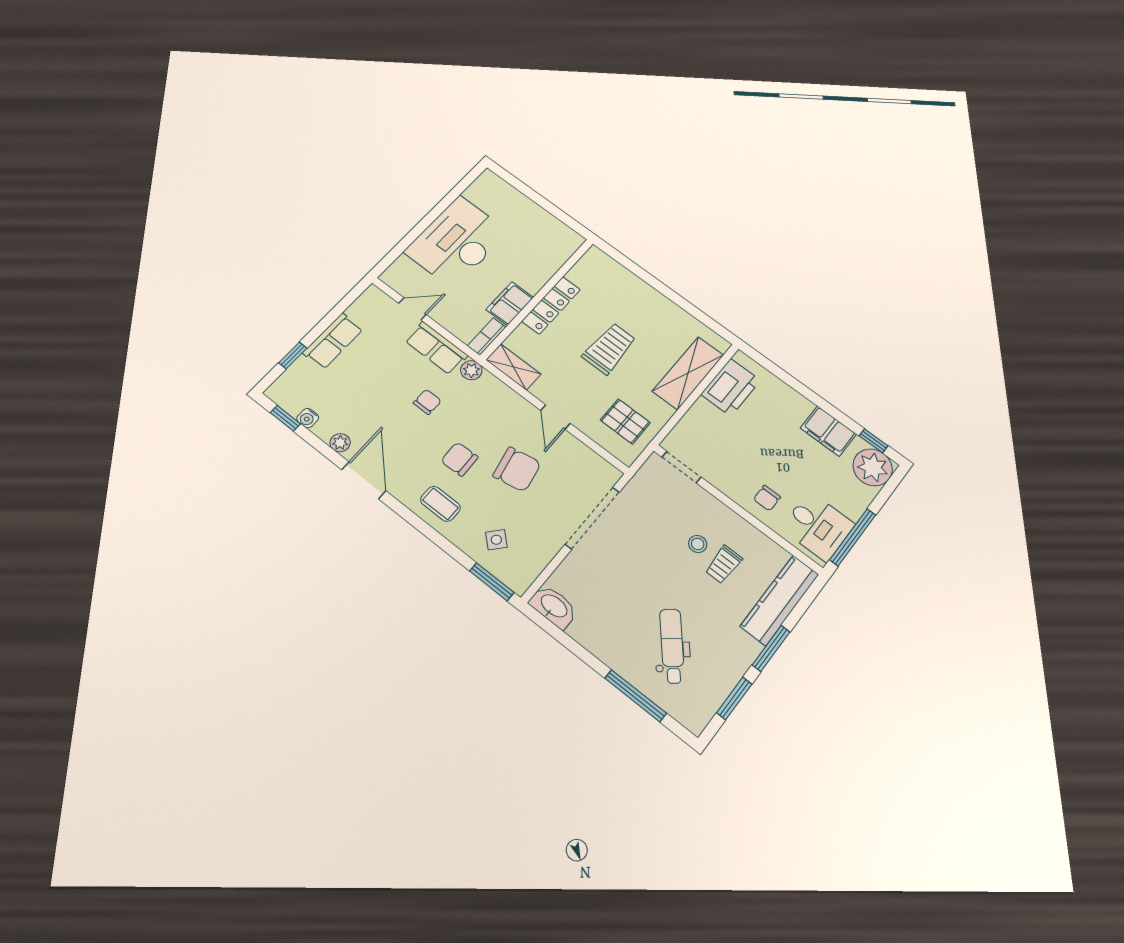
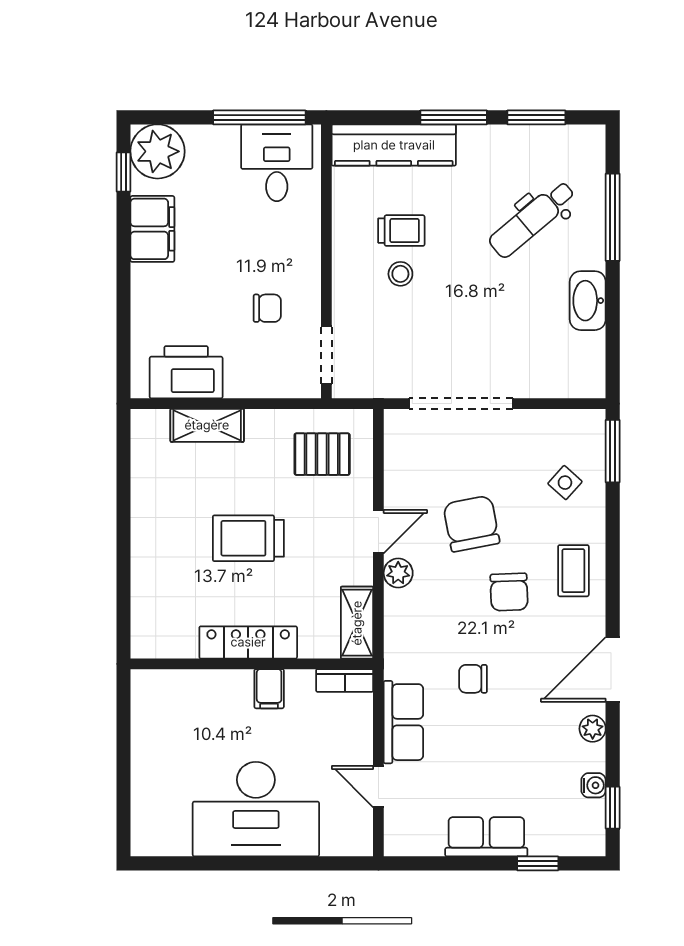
filing cabinet: (510, 304) -> (269, 689), width x0.50
plant: (471, 370) -> (398, 573), moved
shelving: (688, 373) -> (207, 425), width x0.67, depth x0.75
pallet: (625, 421) -> (322, 454), turned 90
chair: (767, 498) -> (267, 308), moved
washbasin: (554, 606) -> (588, 301), moved

